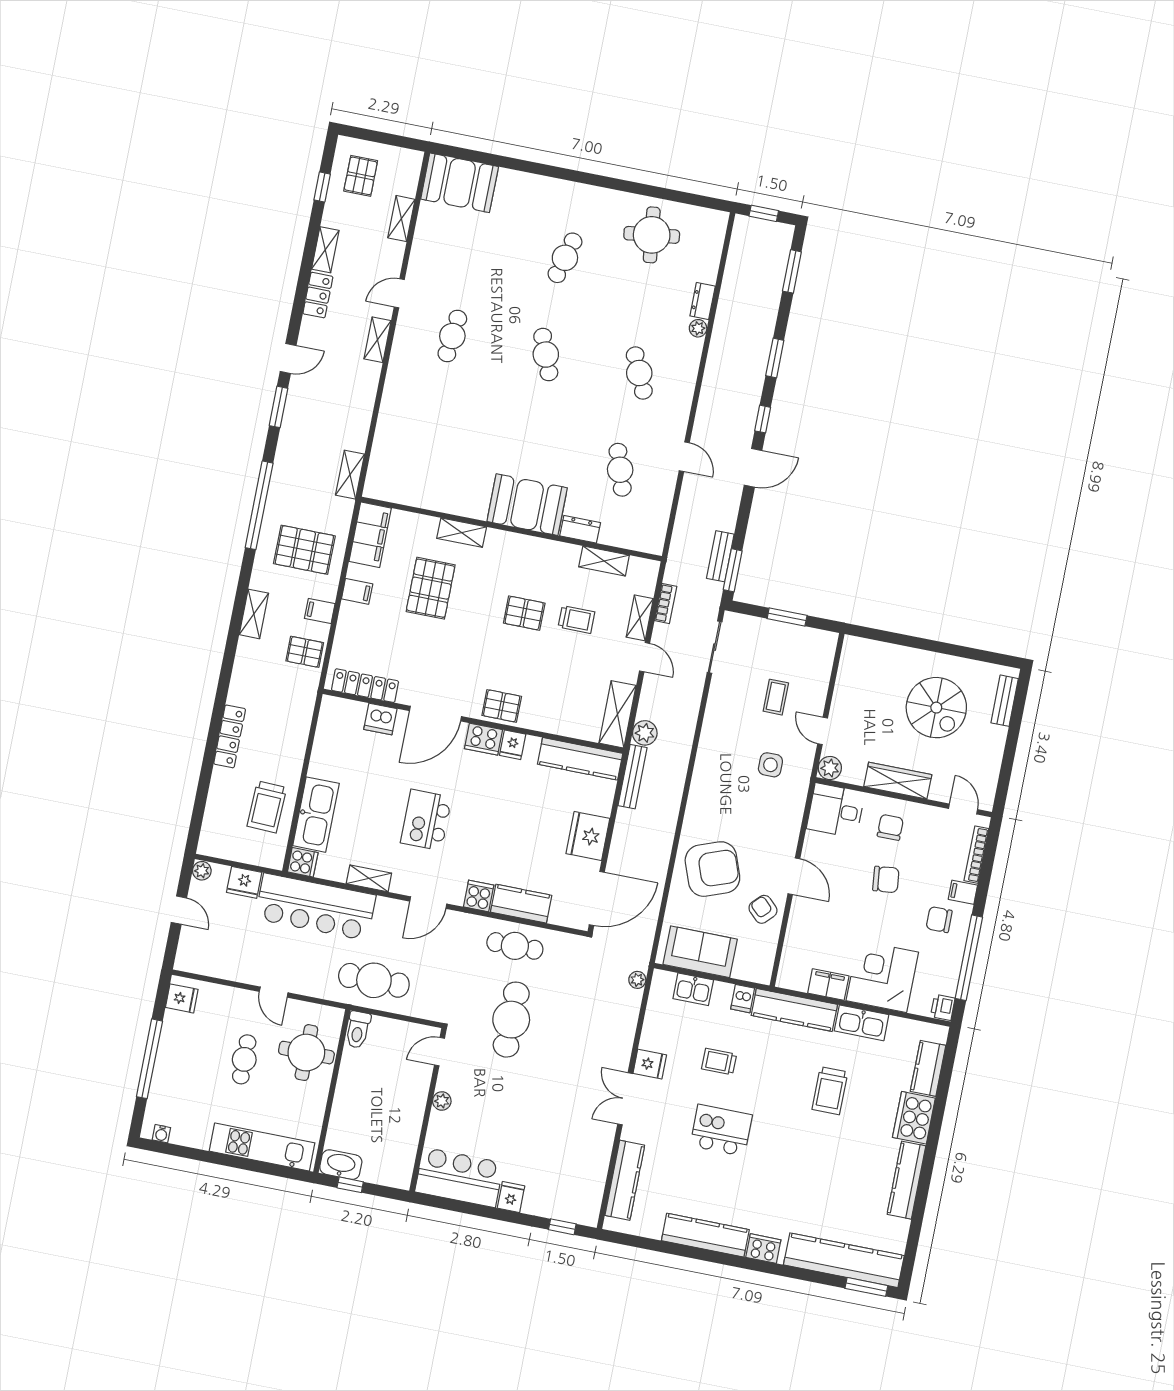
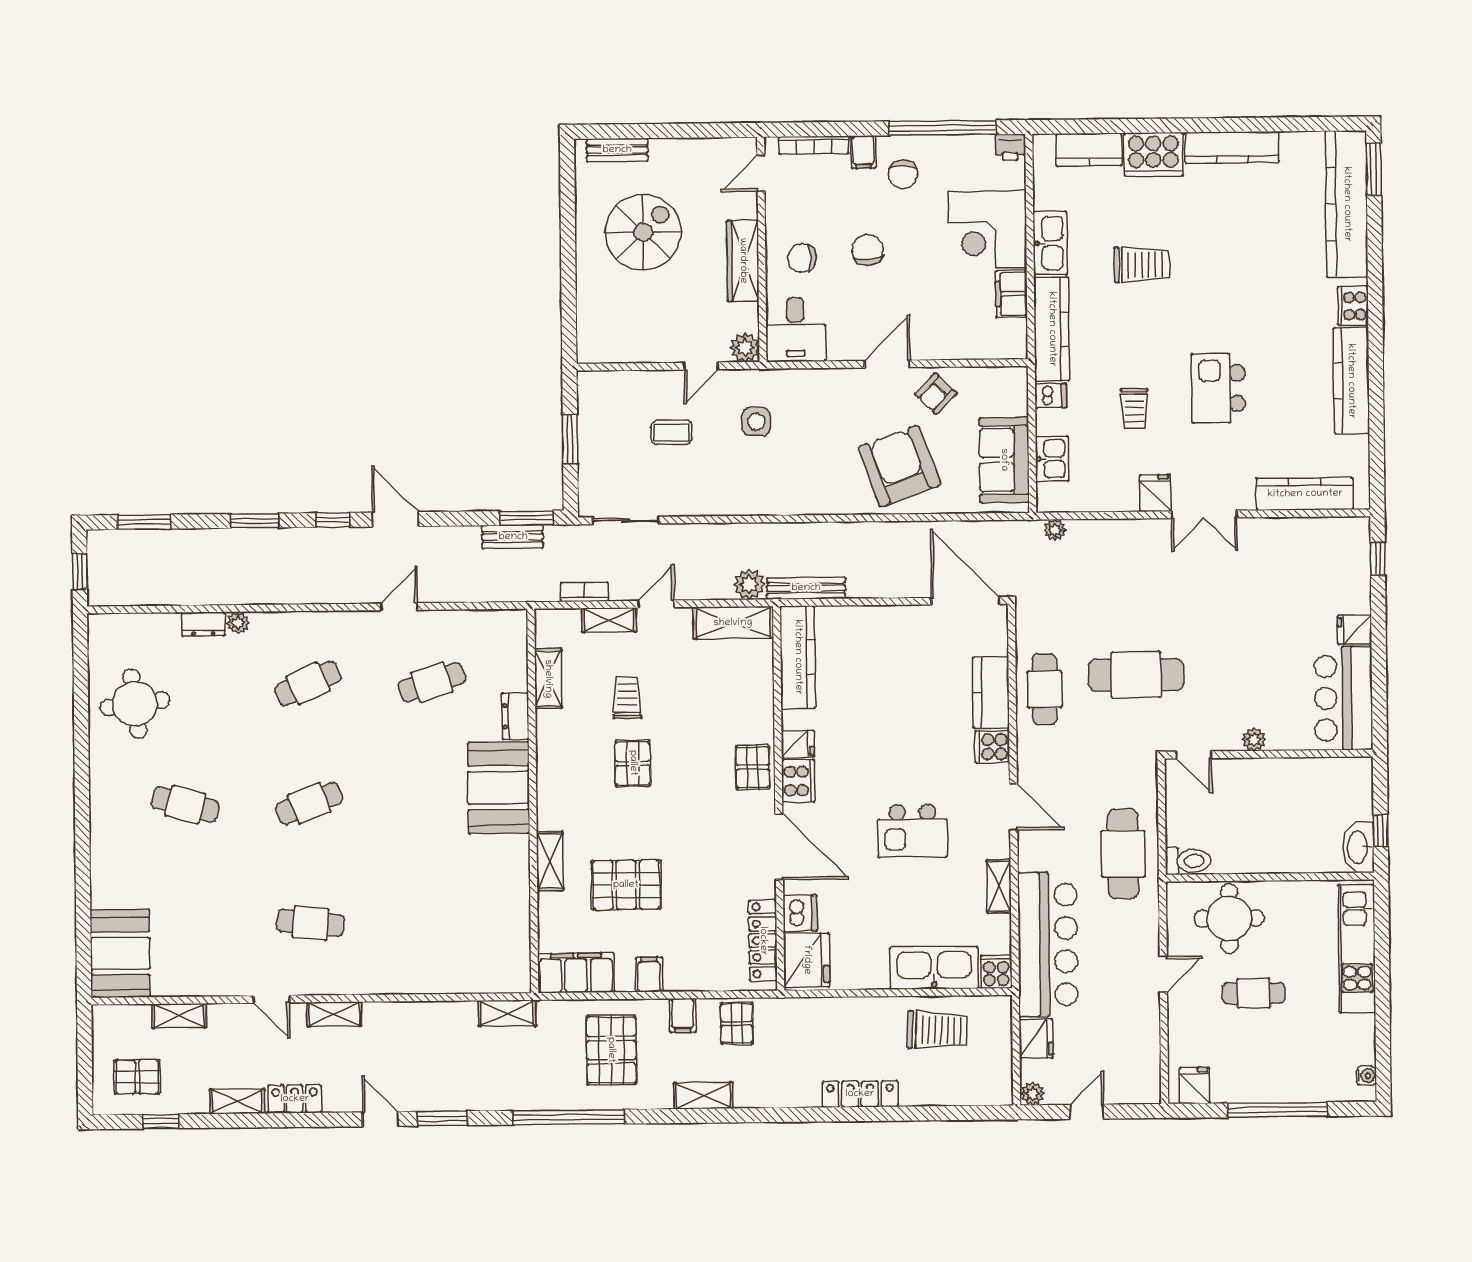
fridge: (588, 836) -> (807, 960), moved, turned -90

